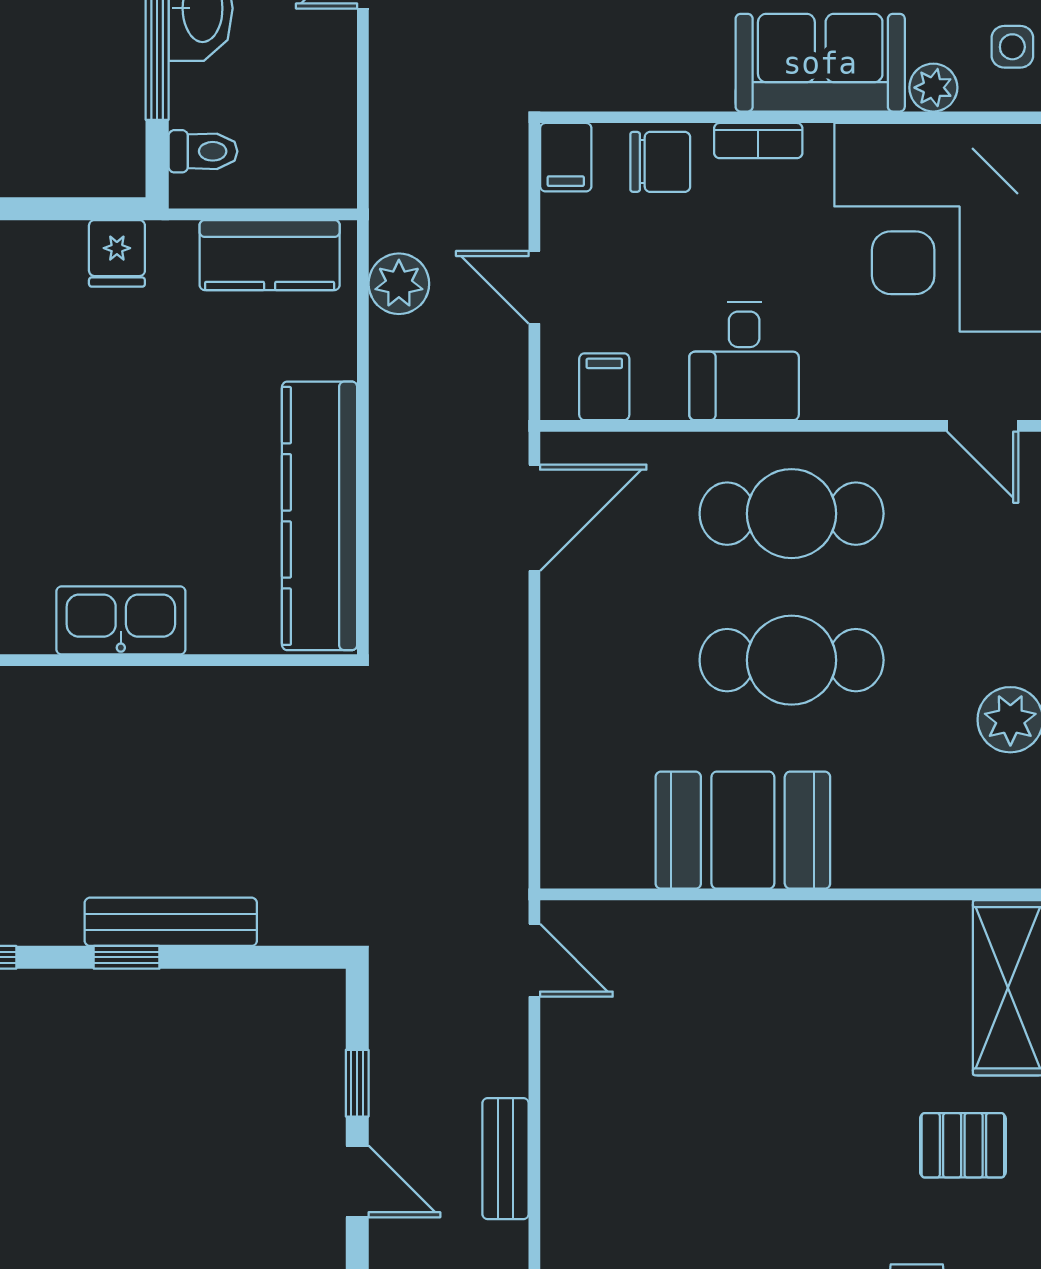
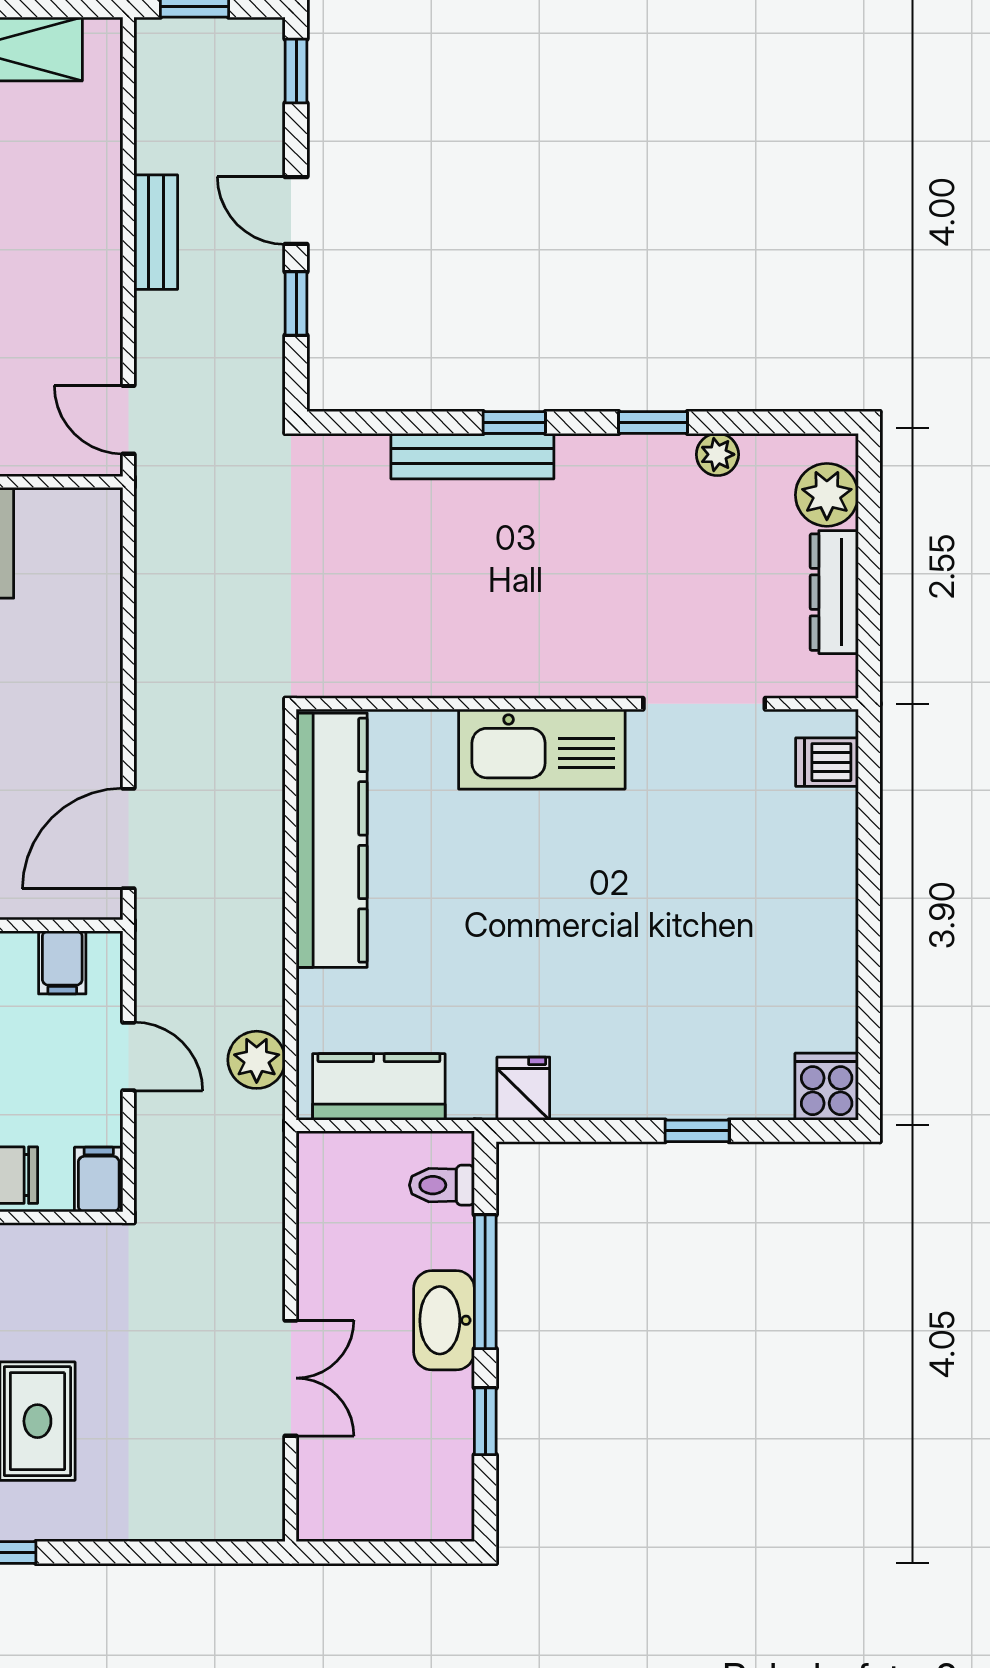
kitchen sink: (121, 620) -> (542, 749), width x1.36, depth x1.24

